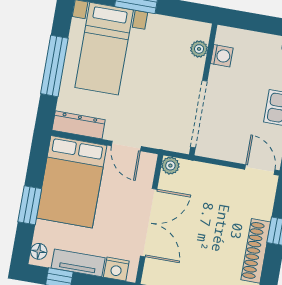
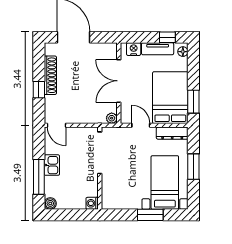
plant: (199, 49) -> (107, 193), removed
washing machine: (222, 56) -> (92, 203), moved
window: (54, 66) -> (193, 167), width x0.69
window: (30, 205) -> (193, 102), moved

